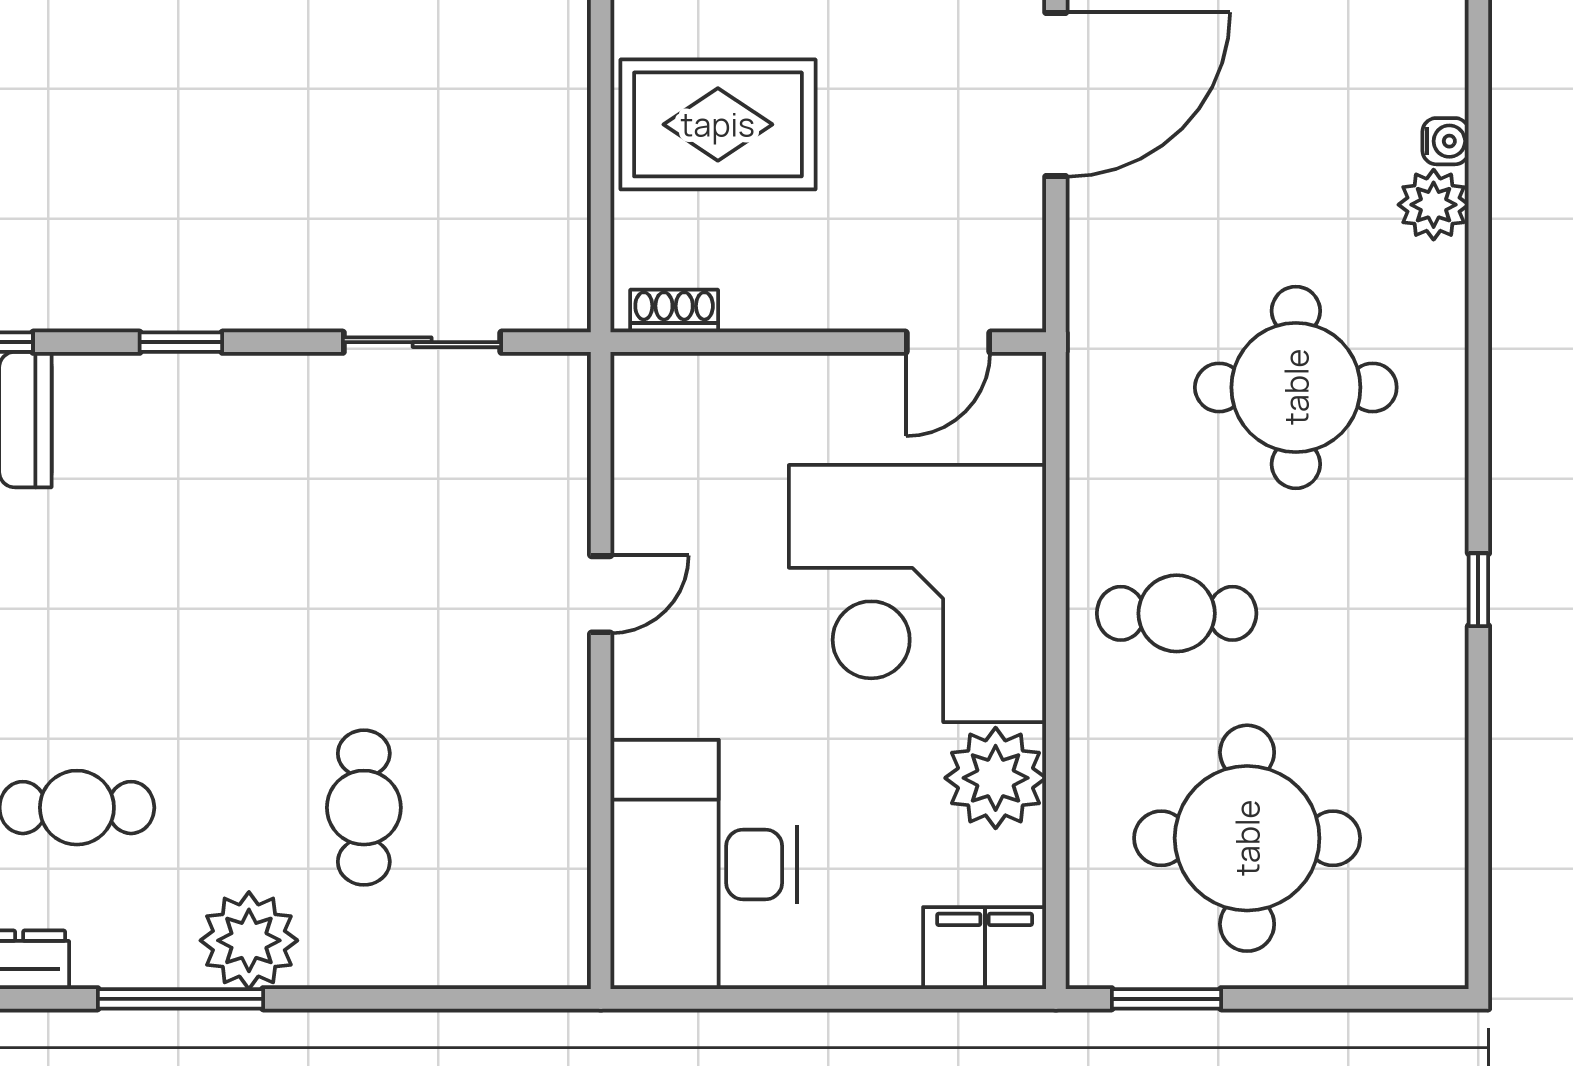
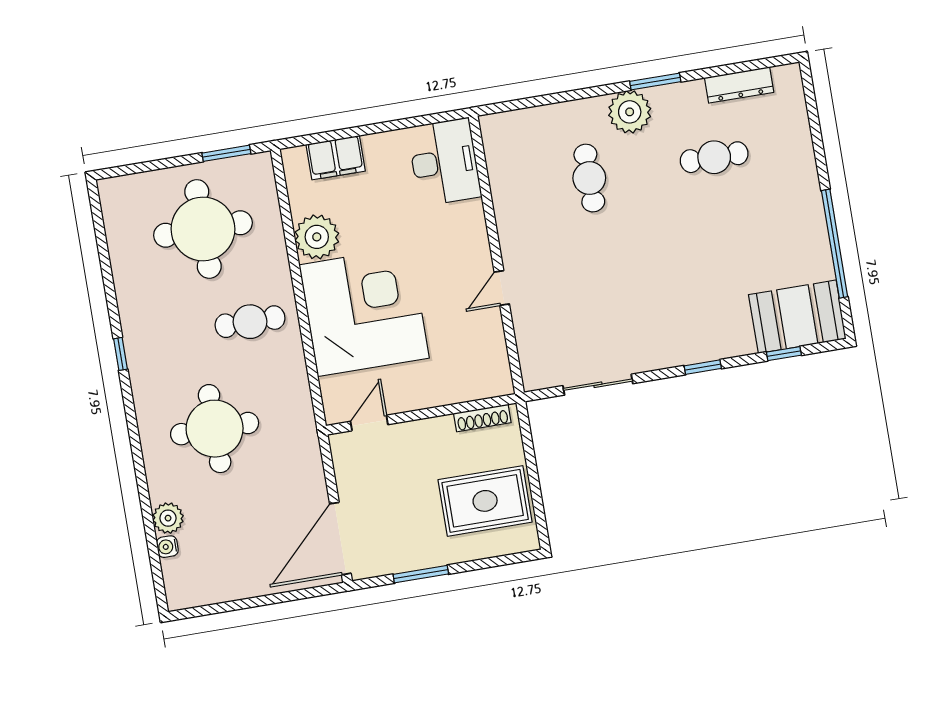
shoe rack: (674, 311) -> (482, 418), width x1.43
desk: (704, 864) -> (444, 162), width x0.73, depth x0.77
filing cabinet: (985, 948) -> (336, 158), moved
window: (180, 999) -> (655, 82), width x0.69

